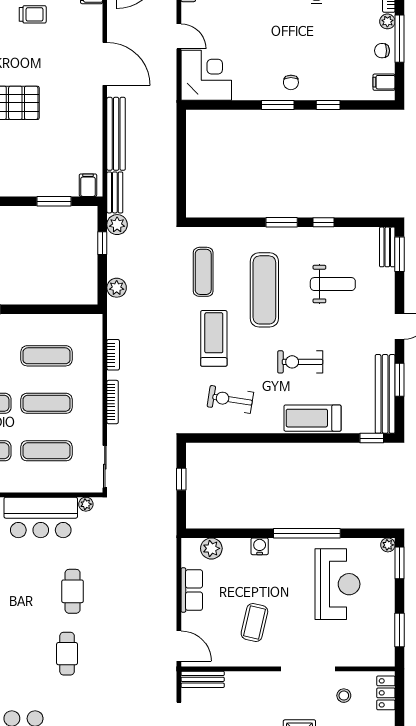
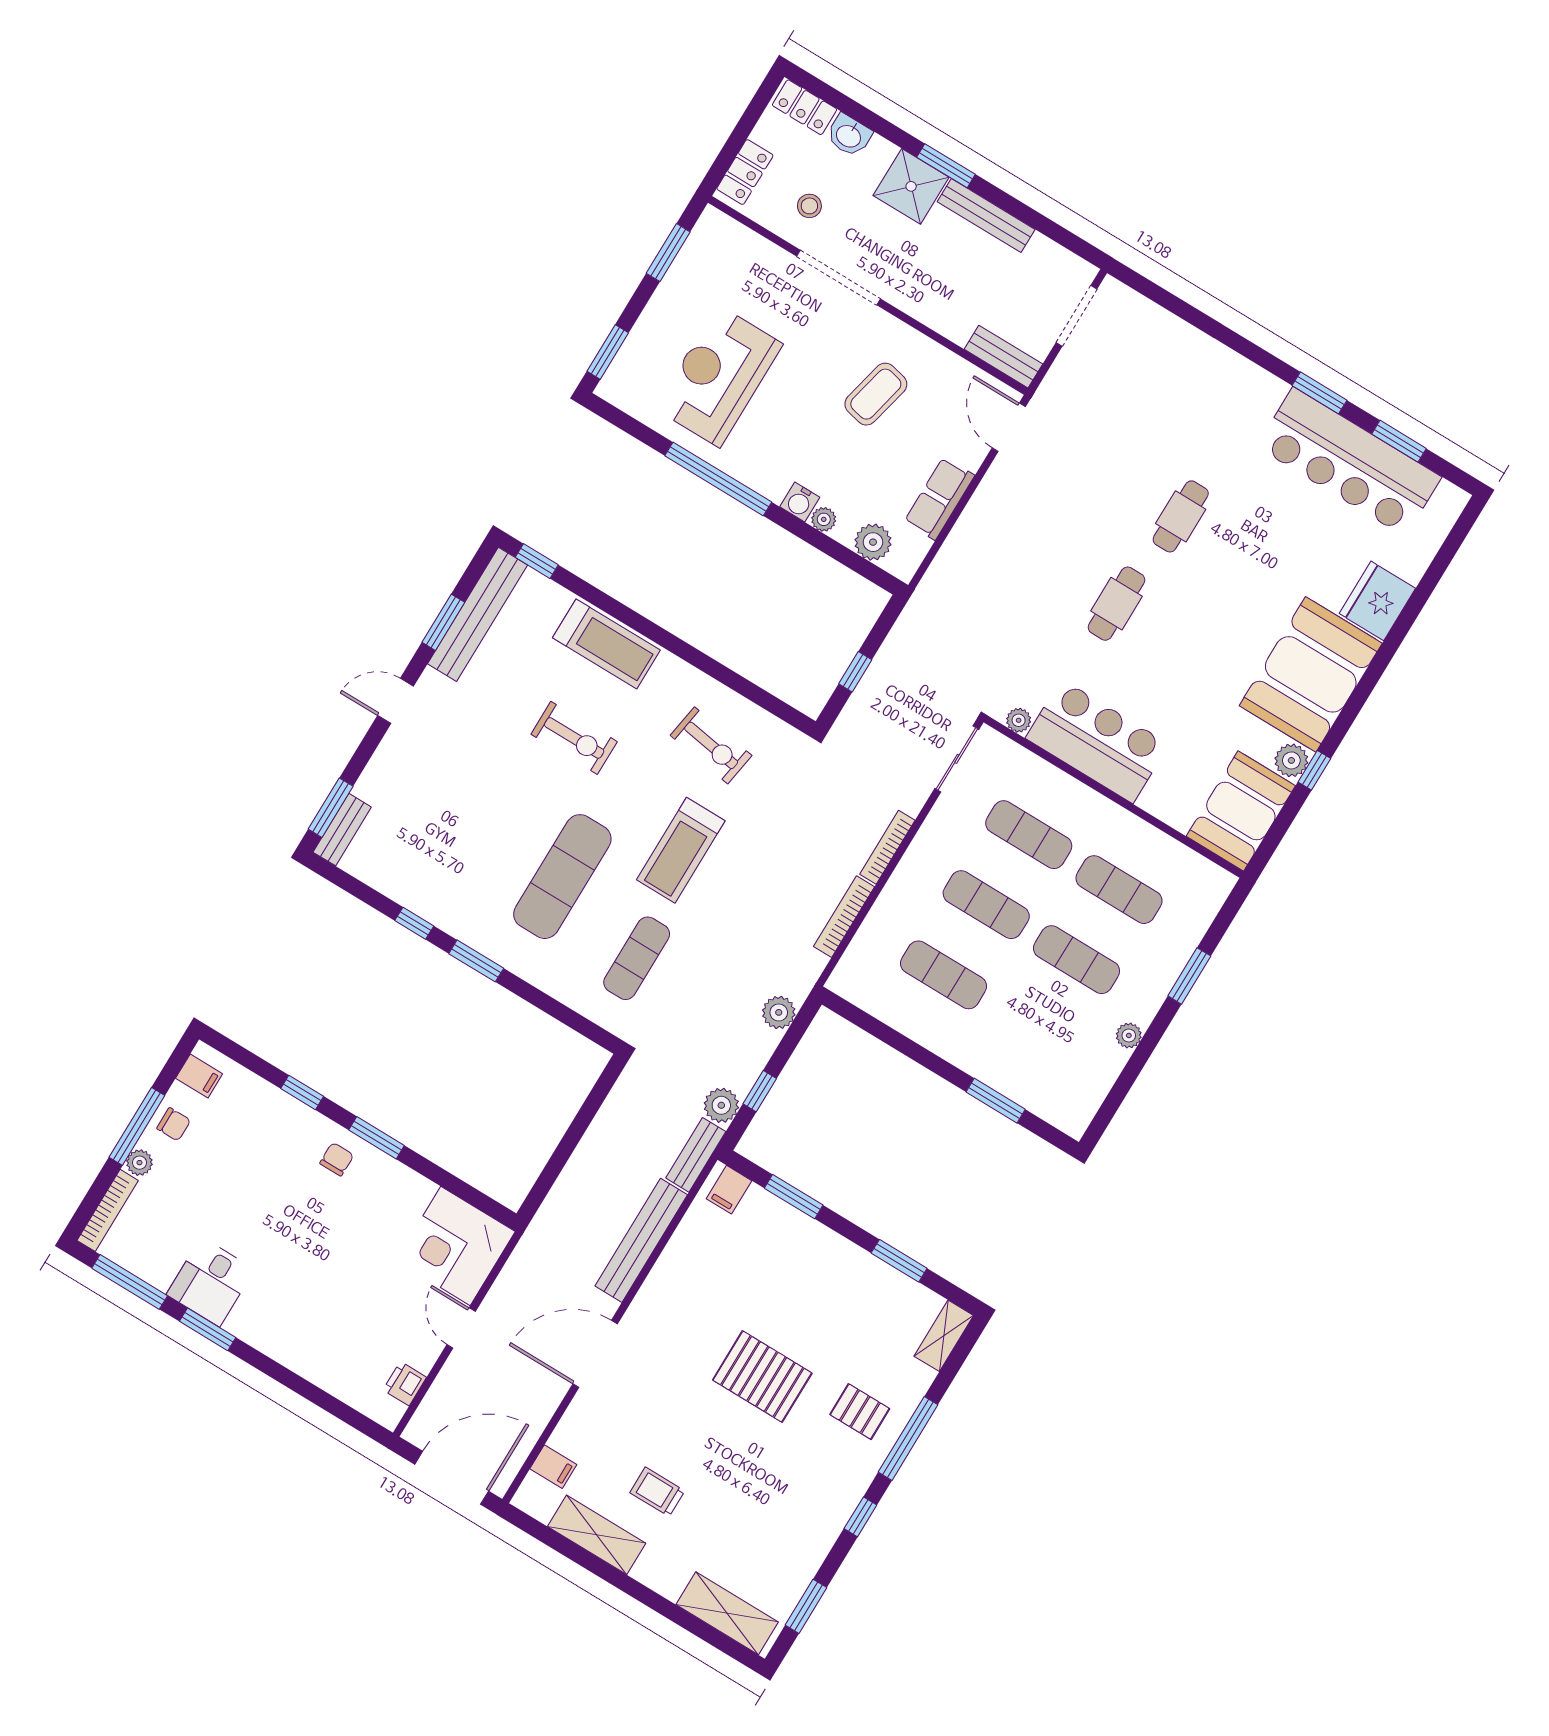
door: (105, 64) -> (595, 1354), hinge flipped
weight bench: (333, 284) -> (456, 824), removed
bookcase: (113, 355) -> (844, 917), width x1.56
plant: (388, 545) -> (824, 519), moved

